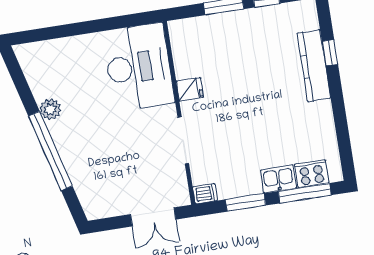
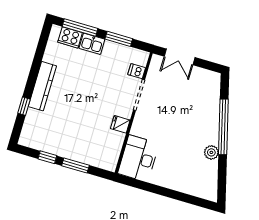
kitchen counter: (314, 66) -> (42, 86), moved
desk: (139, 67) -> (138, 158), width x0.73, depth x0.77
dishwasher: (205, 194) -> (137, 71), moved
double door: (153, 217) -> (180, 57), swing flipped

